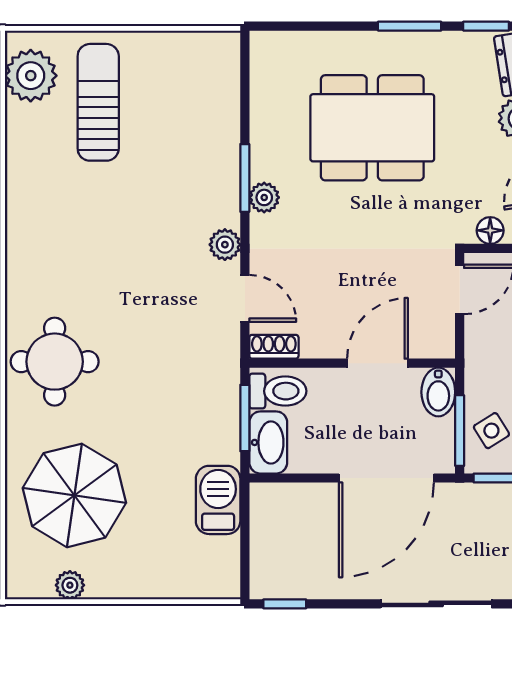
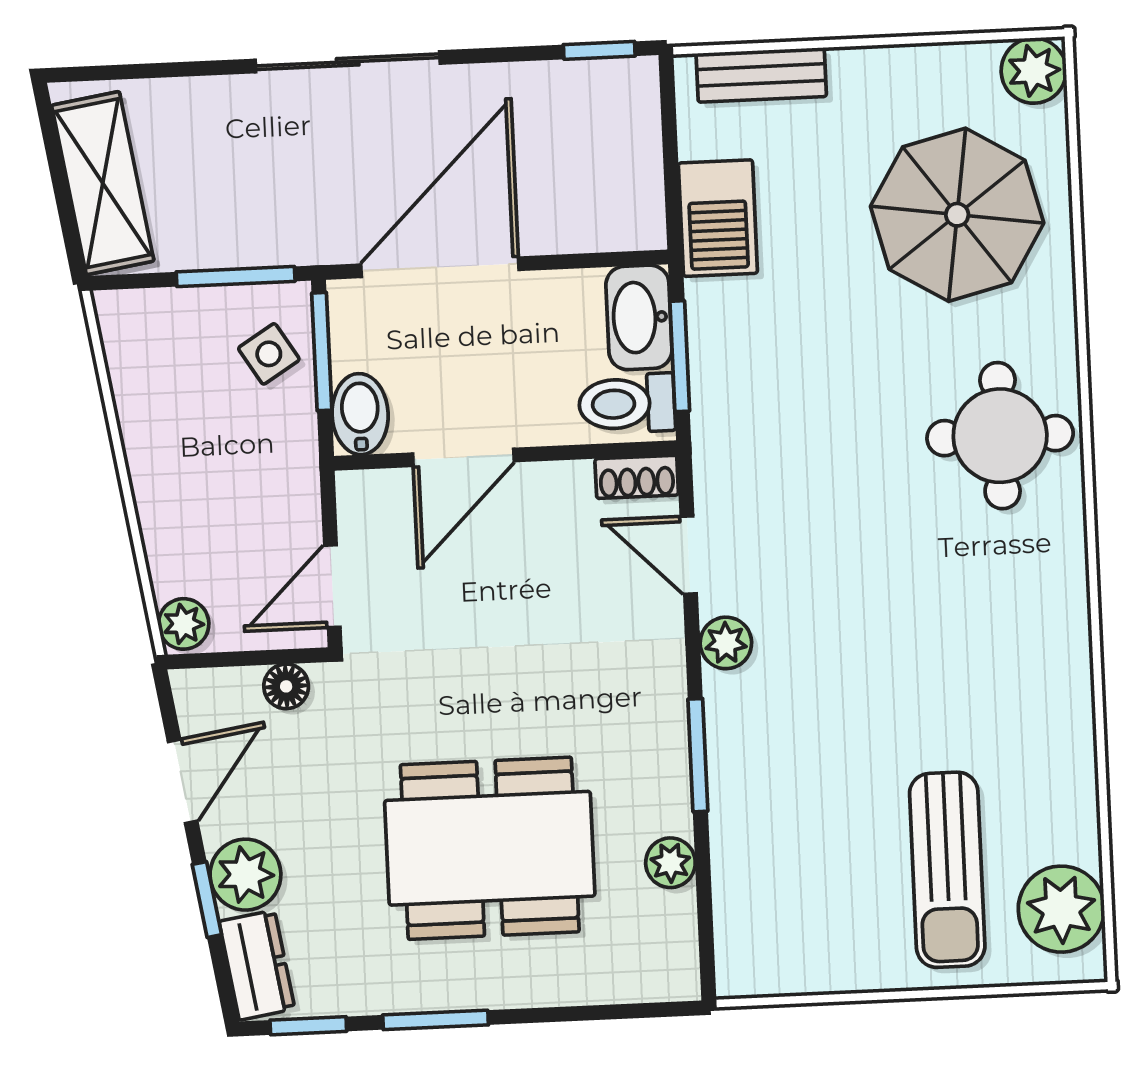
plant: (264, 197) -> (670, 863), moved
plant: (70, 585) -> (1034, 71), moved, width x1.38, depth x1.38
bench: (188, 585) -> (761, 75), added

